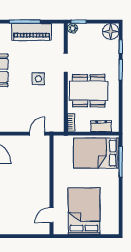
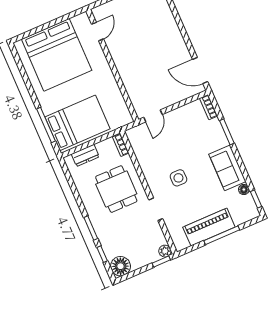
dining table: (89, 91) -> (116, 189), width x0.73
bed: (84, 211) -> (57, 55), width x1.36

